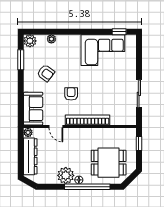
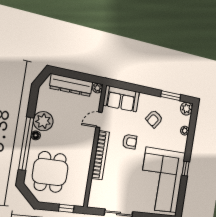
window: (119, 32) -> (186, 169), moved
corner sofa: (103, 50) -> (161, 180), width x1.36, depth x1.36

